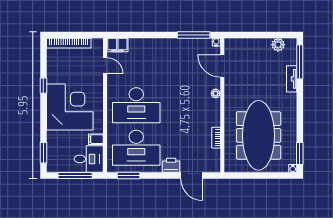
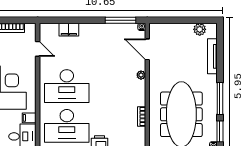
filing cabinet: (117, 45) -> (69, 30), moved
window: (300, 62) -> (220, 99), moved
tv unit: (292, 79) -> (212, 56), width x1.41

